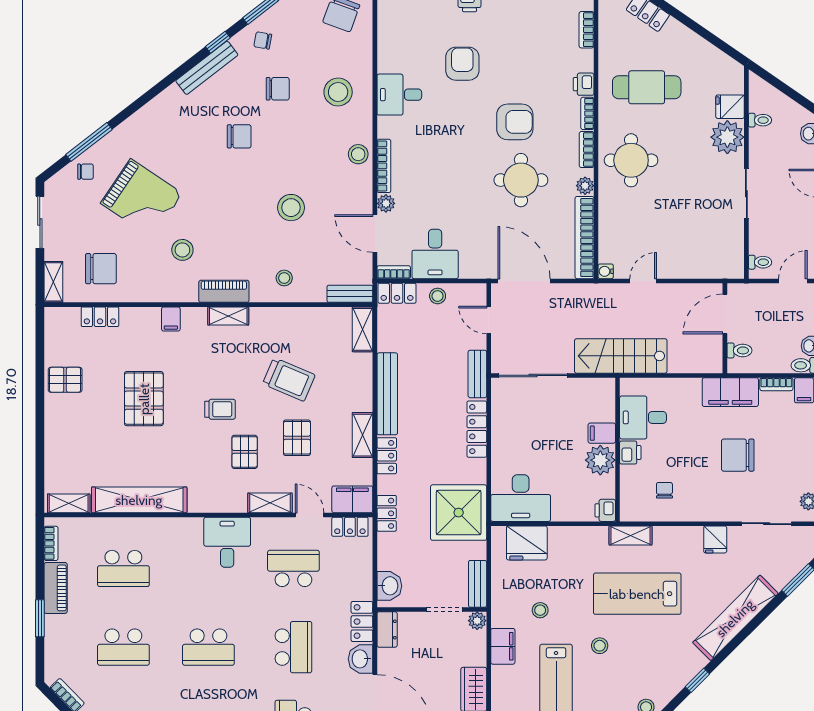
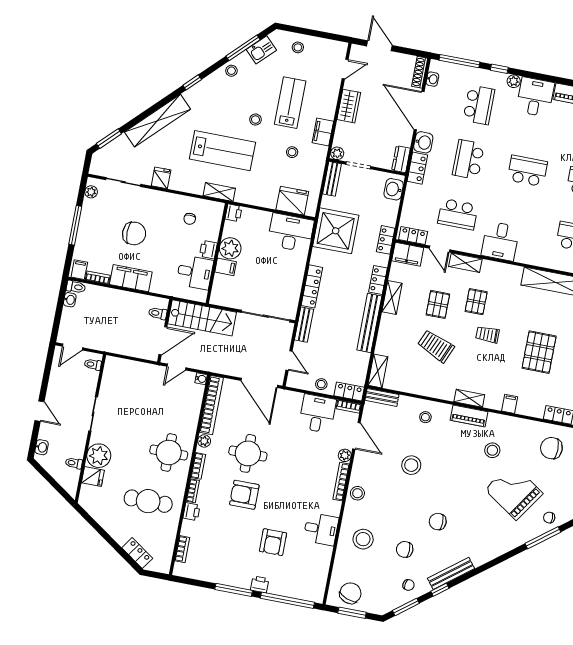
door: (725, 314) -> (163, 341), moved
wall: (725, 328) -> (165, 331), moved
toilet: (739, 350) -> (158, 313), moved

